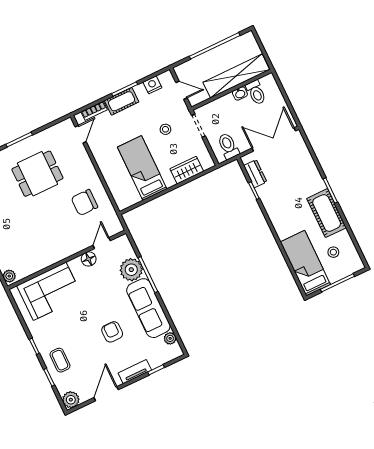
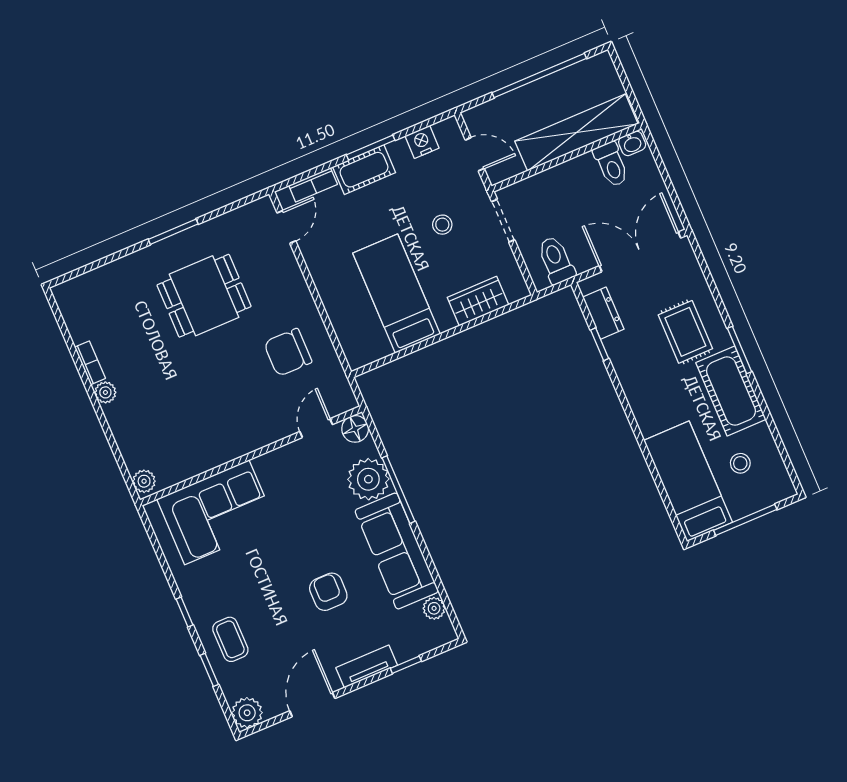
washbasin: (240, 93) -> (632, 143), moved
rug: (300, 182) -> (685, 332), added
floor lamp: (89, 259) -> (355, 429), moved

